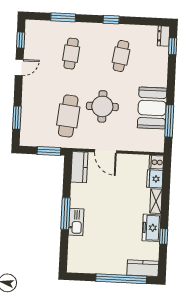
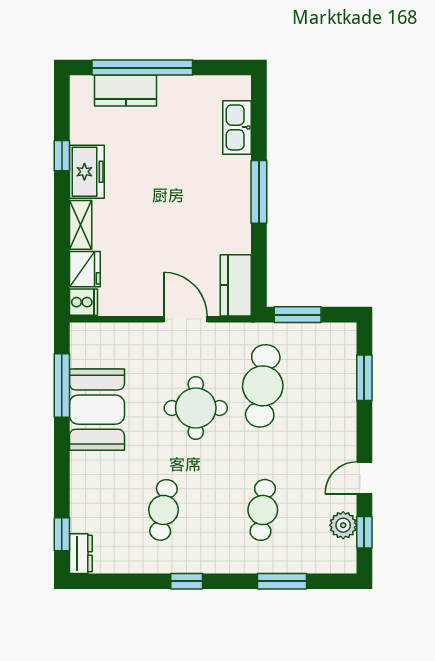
plant: (31, 44) -> (343, 525), added
kitchen sink: (76, 222) -> (237, 127), moved
kitchen counter: (143, 268) -> (126, 91), moved

